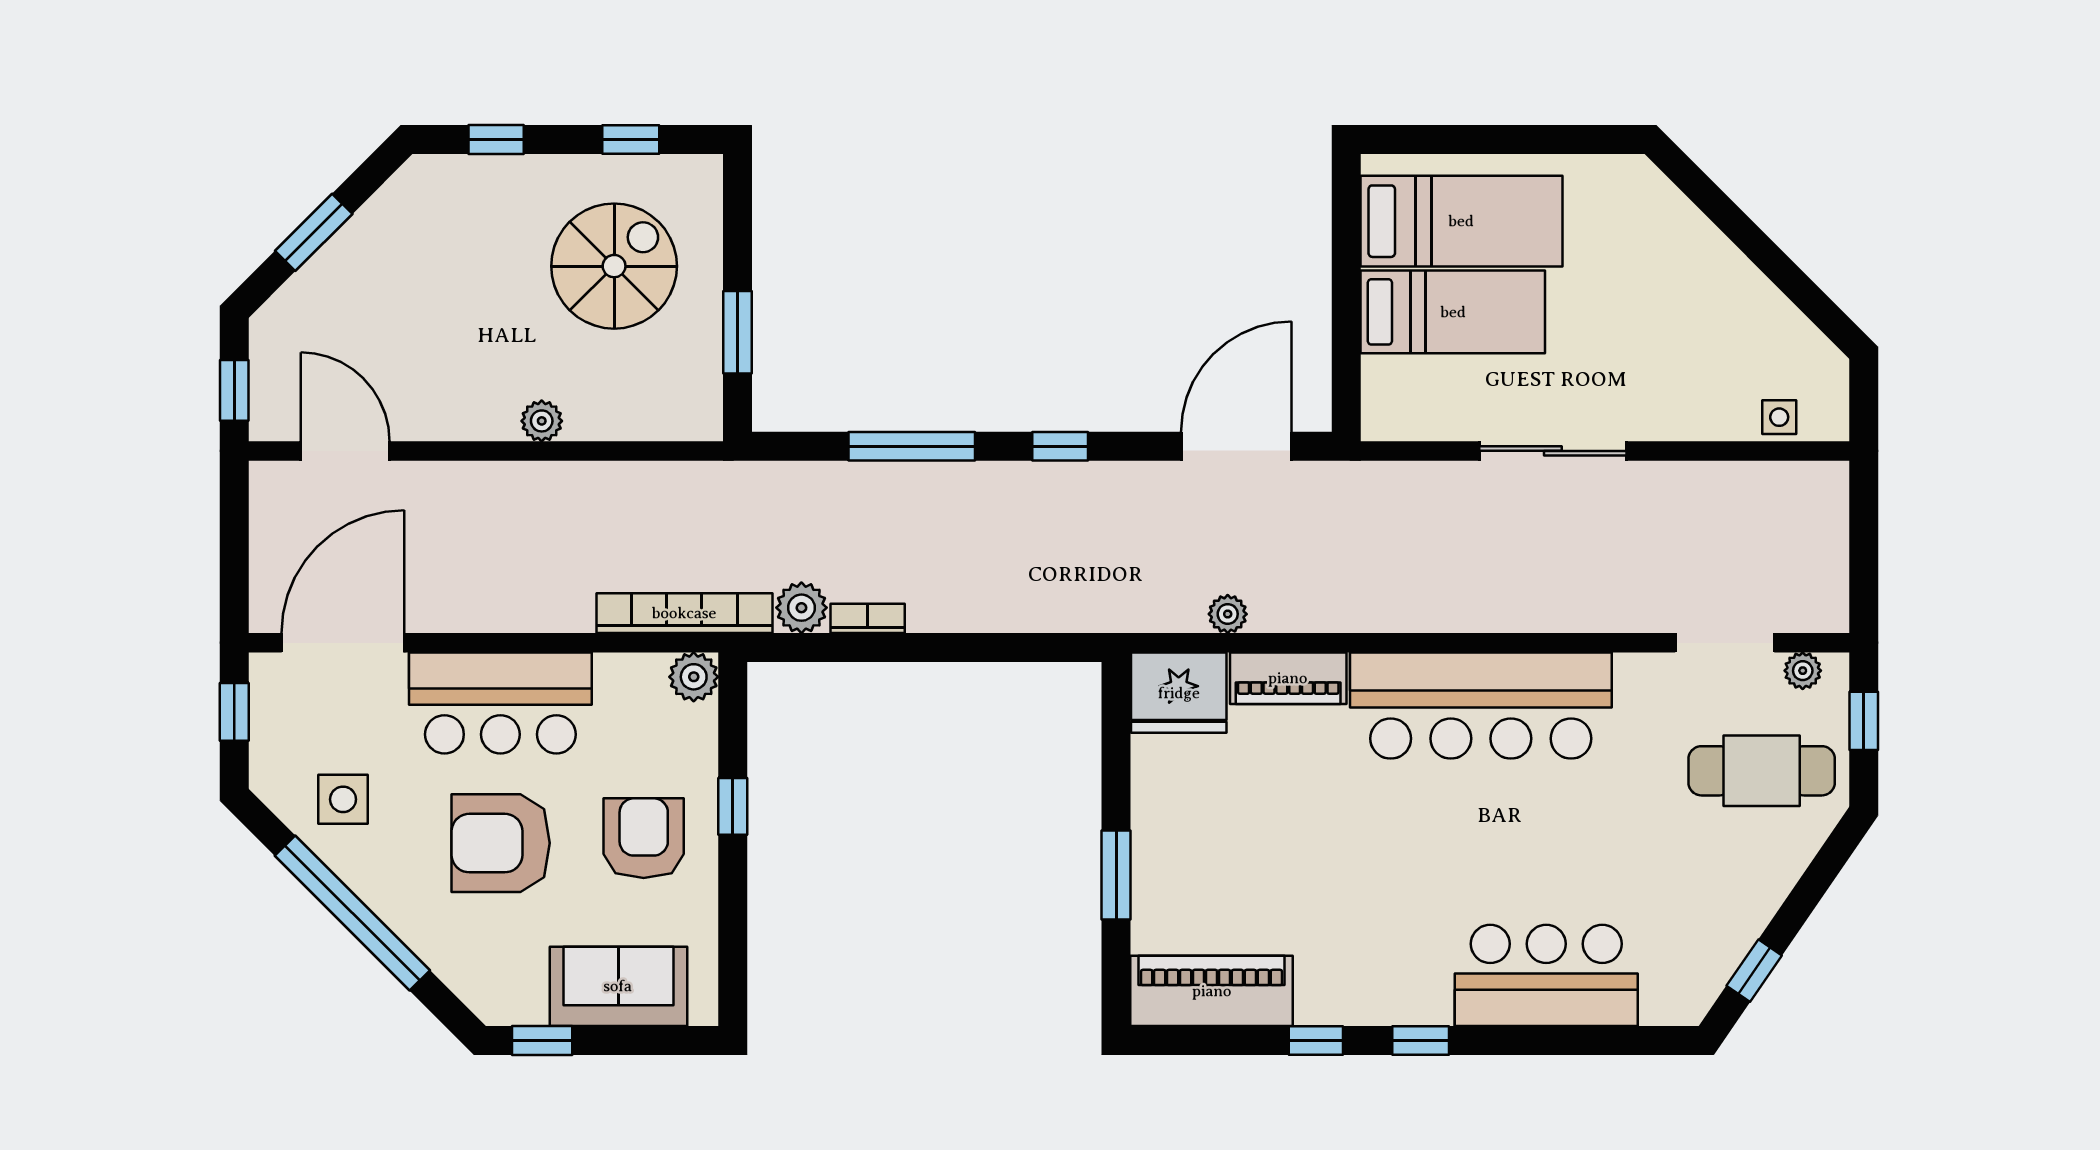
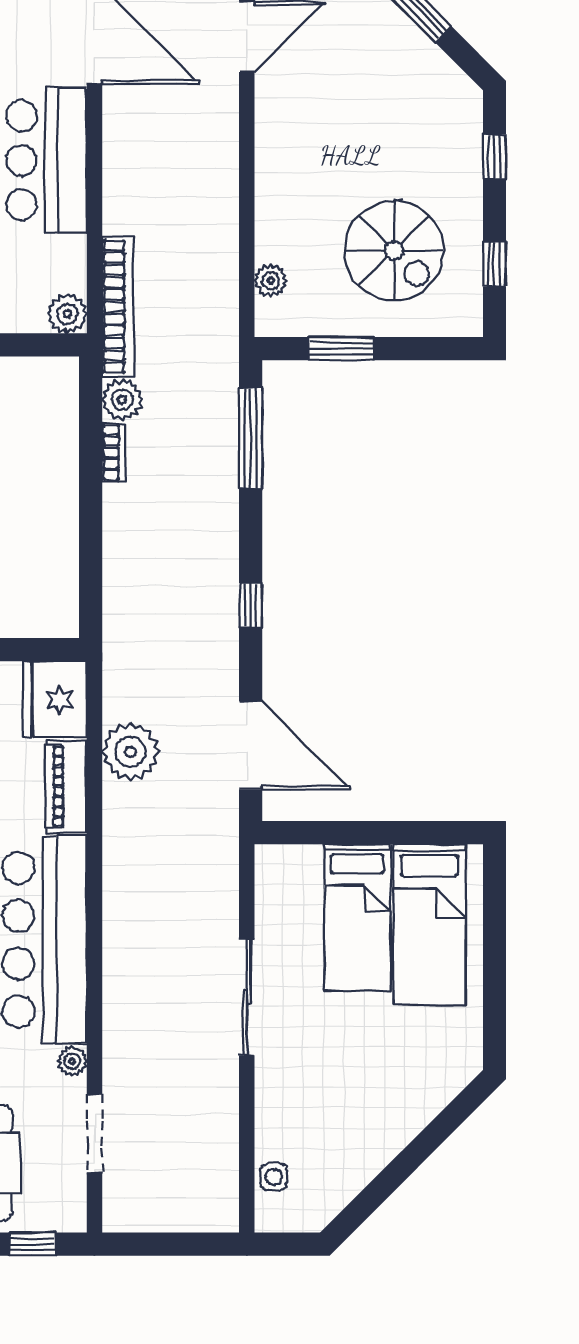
plant: (542, 421) -> (271, 281), moved
window: (912, 446) -> (251, 438), moved
plant: (1228, 614) -> (130, 752), width x1.87, depth x1.87
plant: (1803, 671) -> (72, 1061), moved

